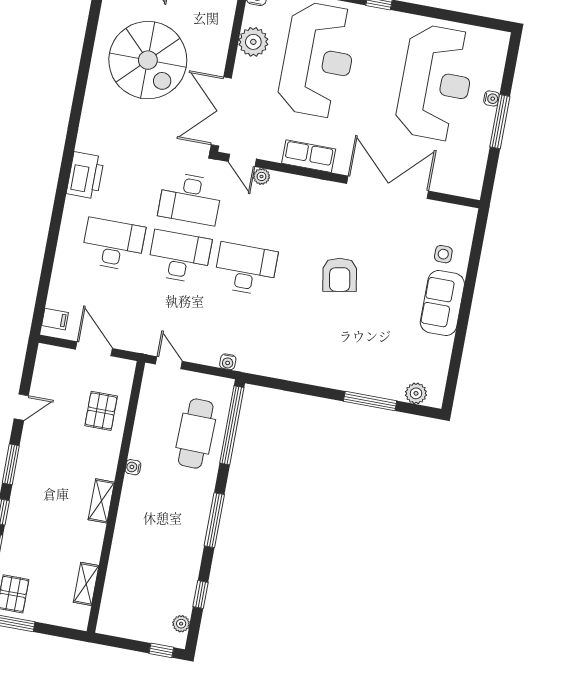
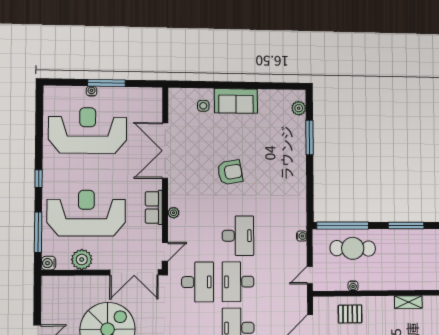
plant: (262, 176) -> (174, 213), moved
desk: (246, 269) -> (238, 236), turned 180
water cooler: (133, 467) -> (353, 286), moved

